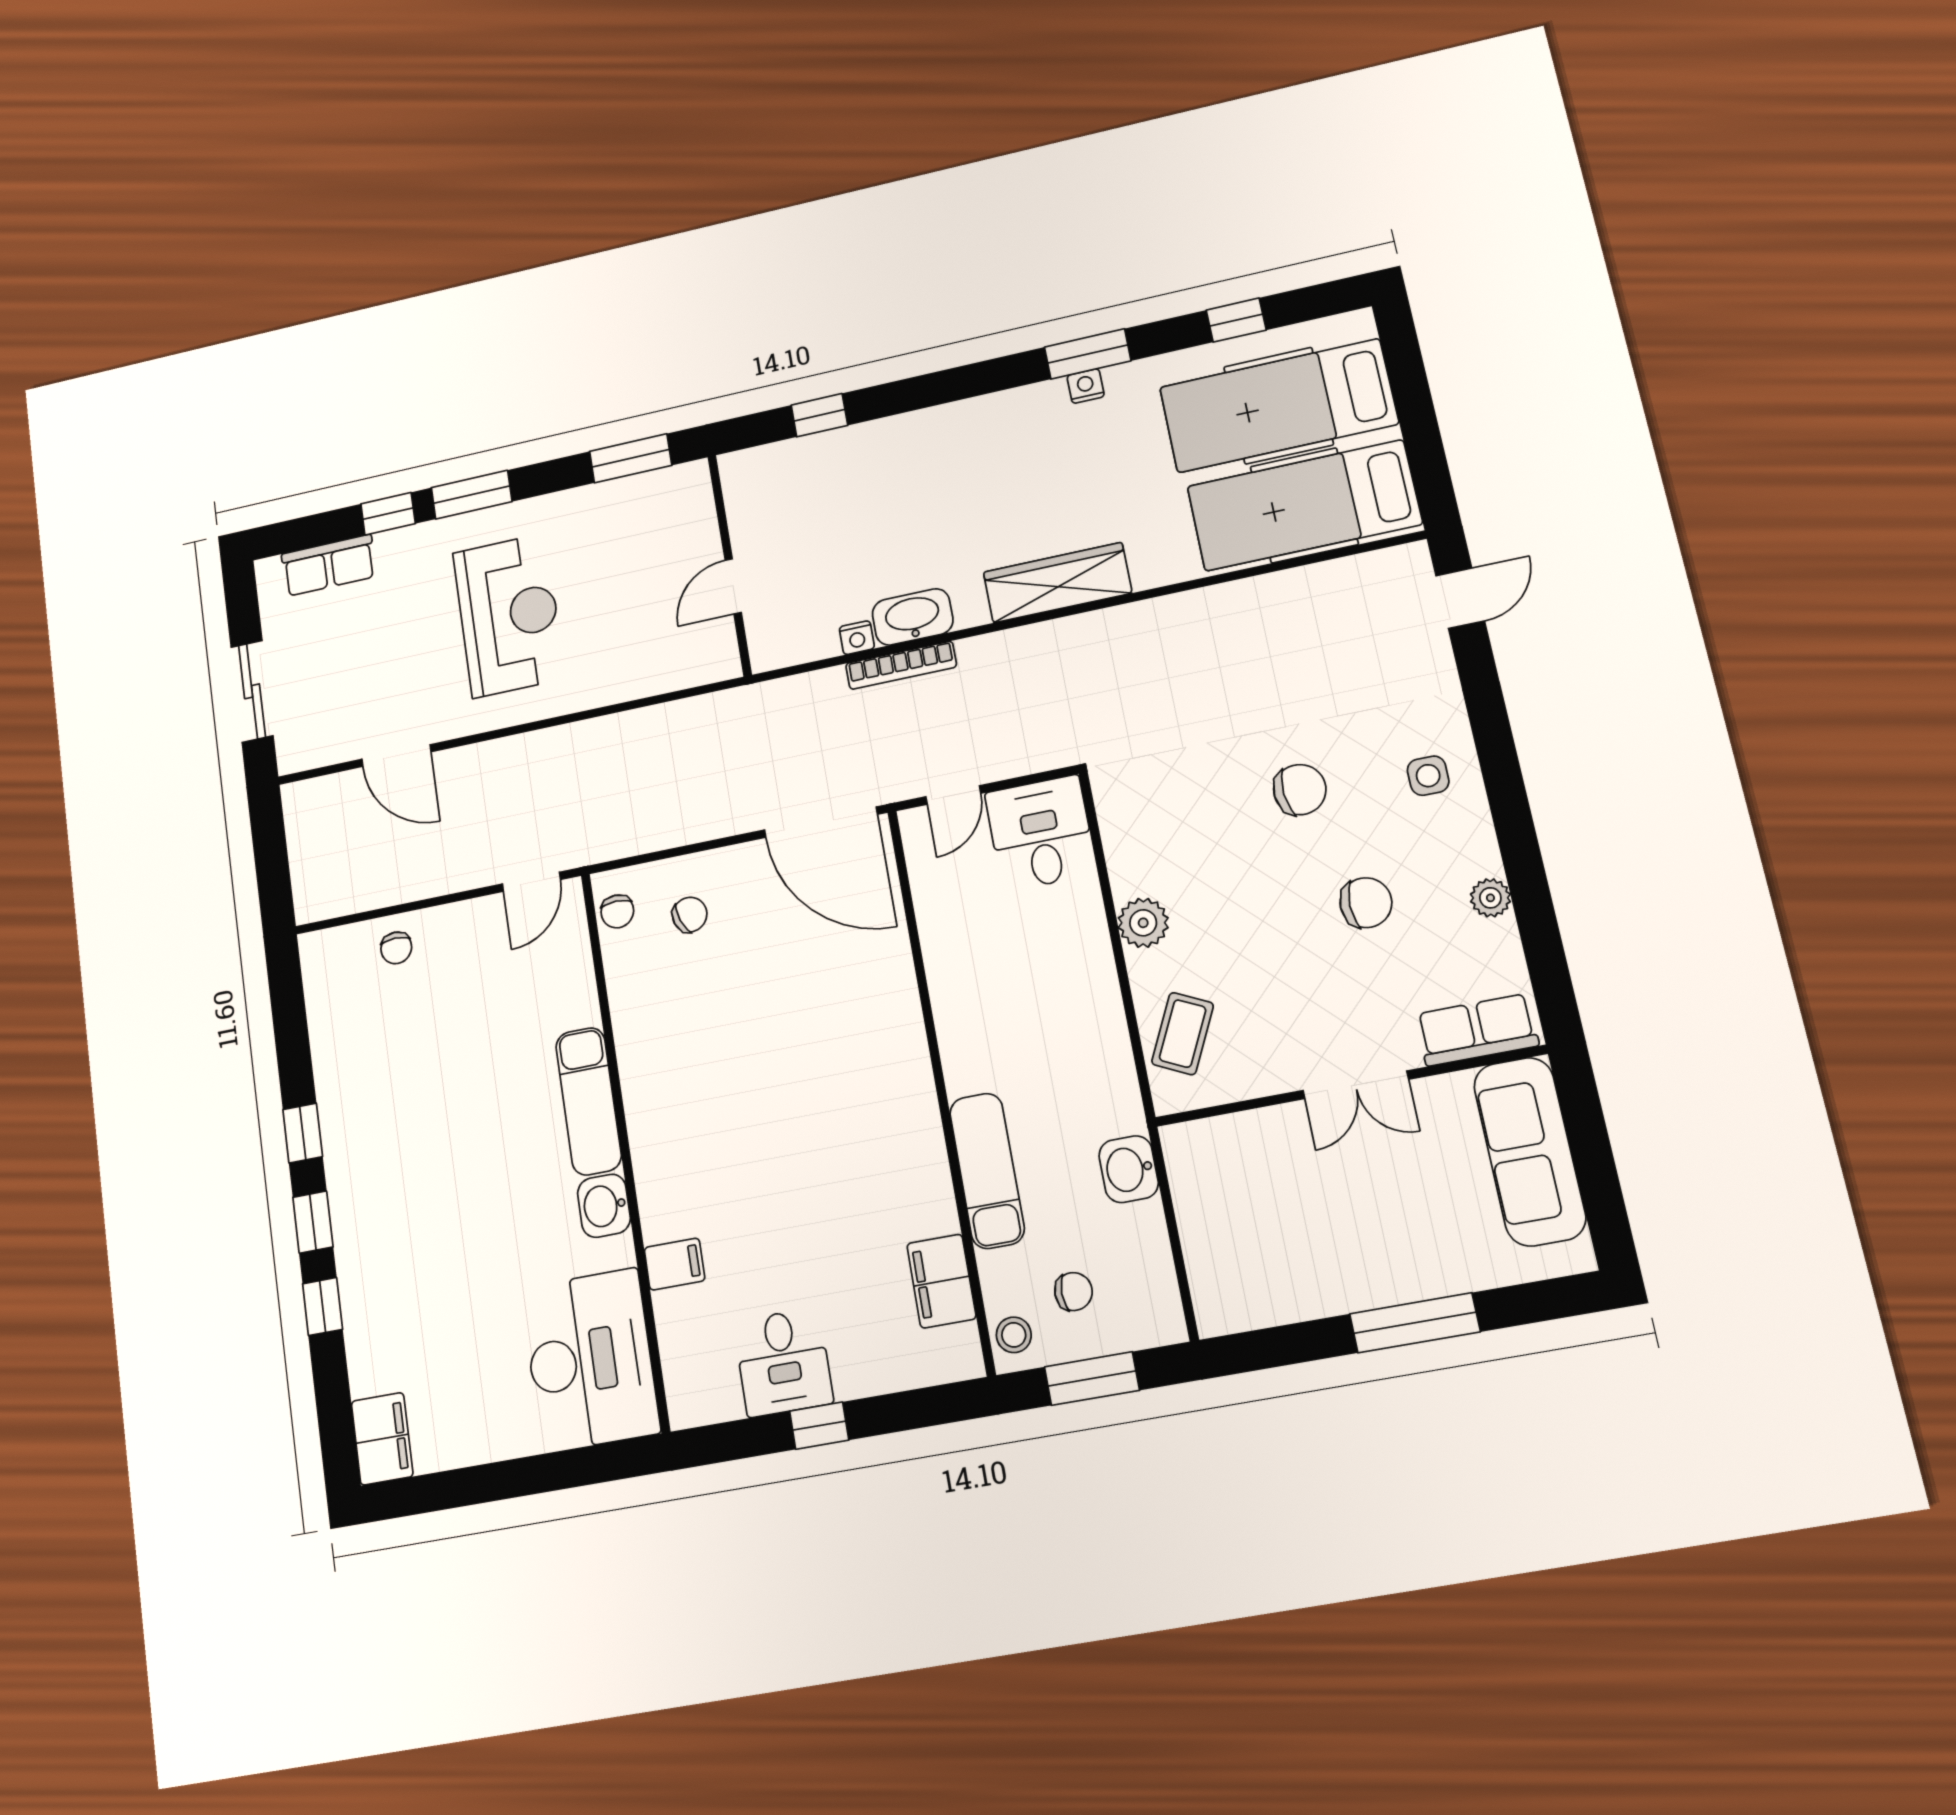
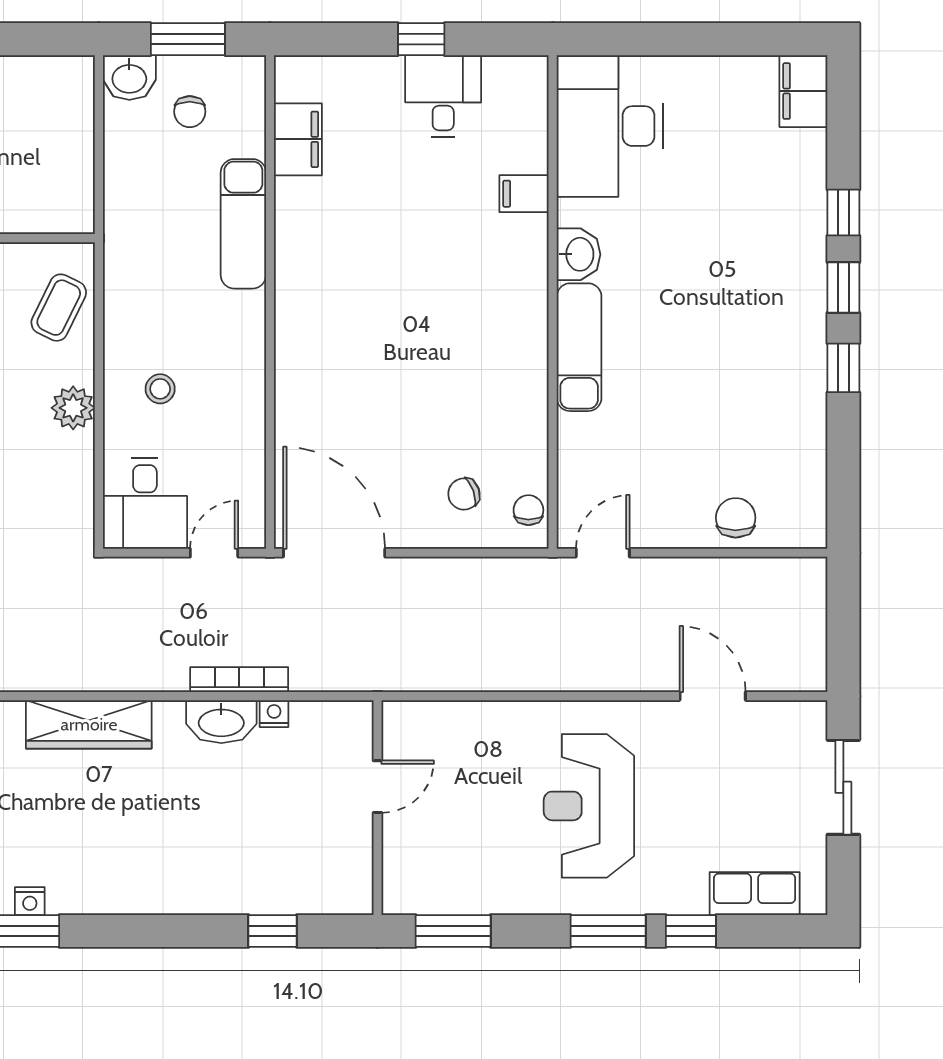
chair: (396, 948) -> (736, 518), width x1.37, depth x1.37
washbasin: (1129, 1169) -> (129, 77), moved, turned 90
chair: (1073, 1292) -> (190, 112), turned -90
stool: (1014, 1335) -> (160, 389), moved

